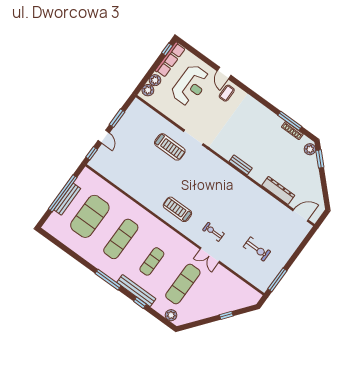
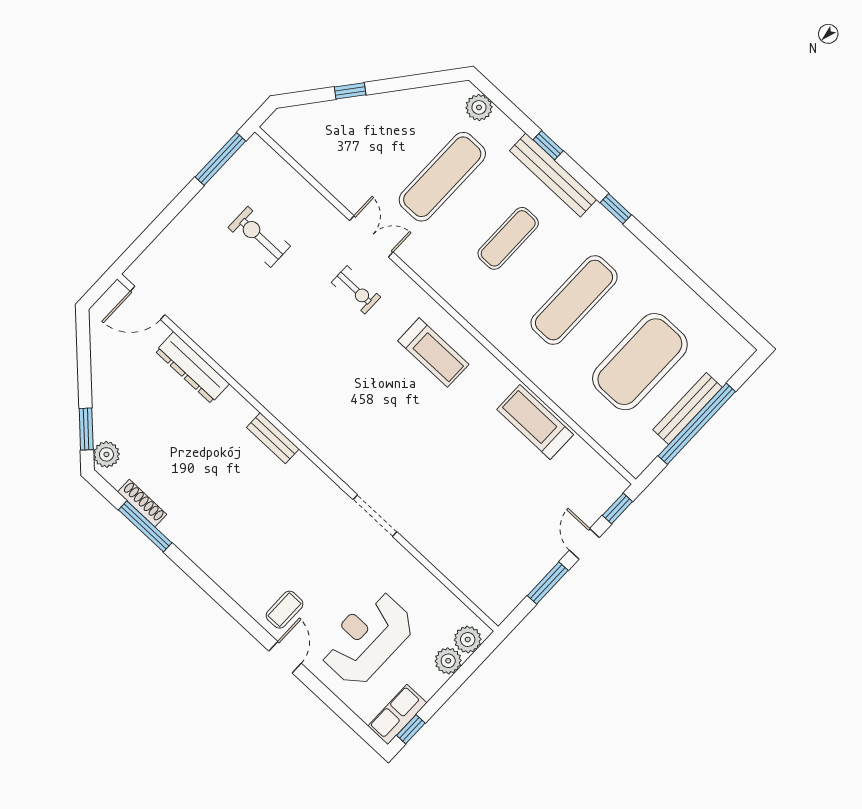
row of seats: (170, 60) -> (397, 714), width x0.68
treadmill: (170, 147) -> (535, 422), moved
window: (108, 280) -> (616, 209), width x0.46

